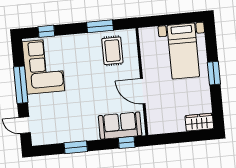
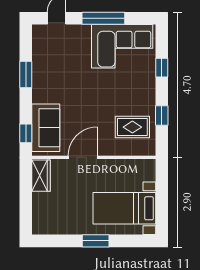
window: (100, 26) -> (162, 115), width x0.67
window: (46, 31) -> (162, 68), moved
wardrobe: (199, 122) -> (41, 176), moved

